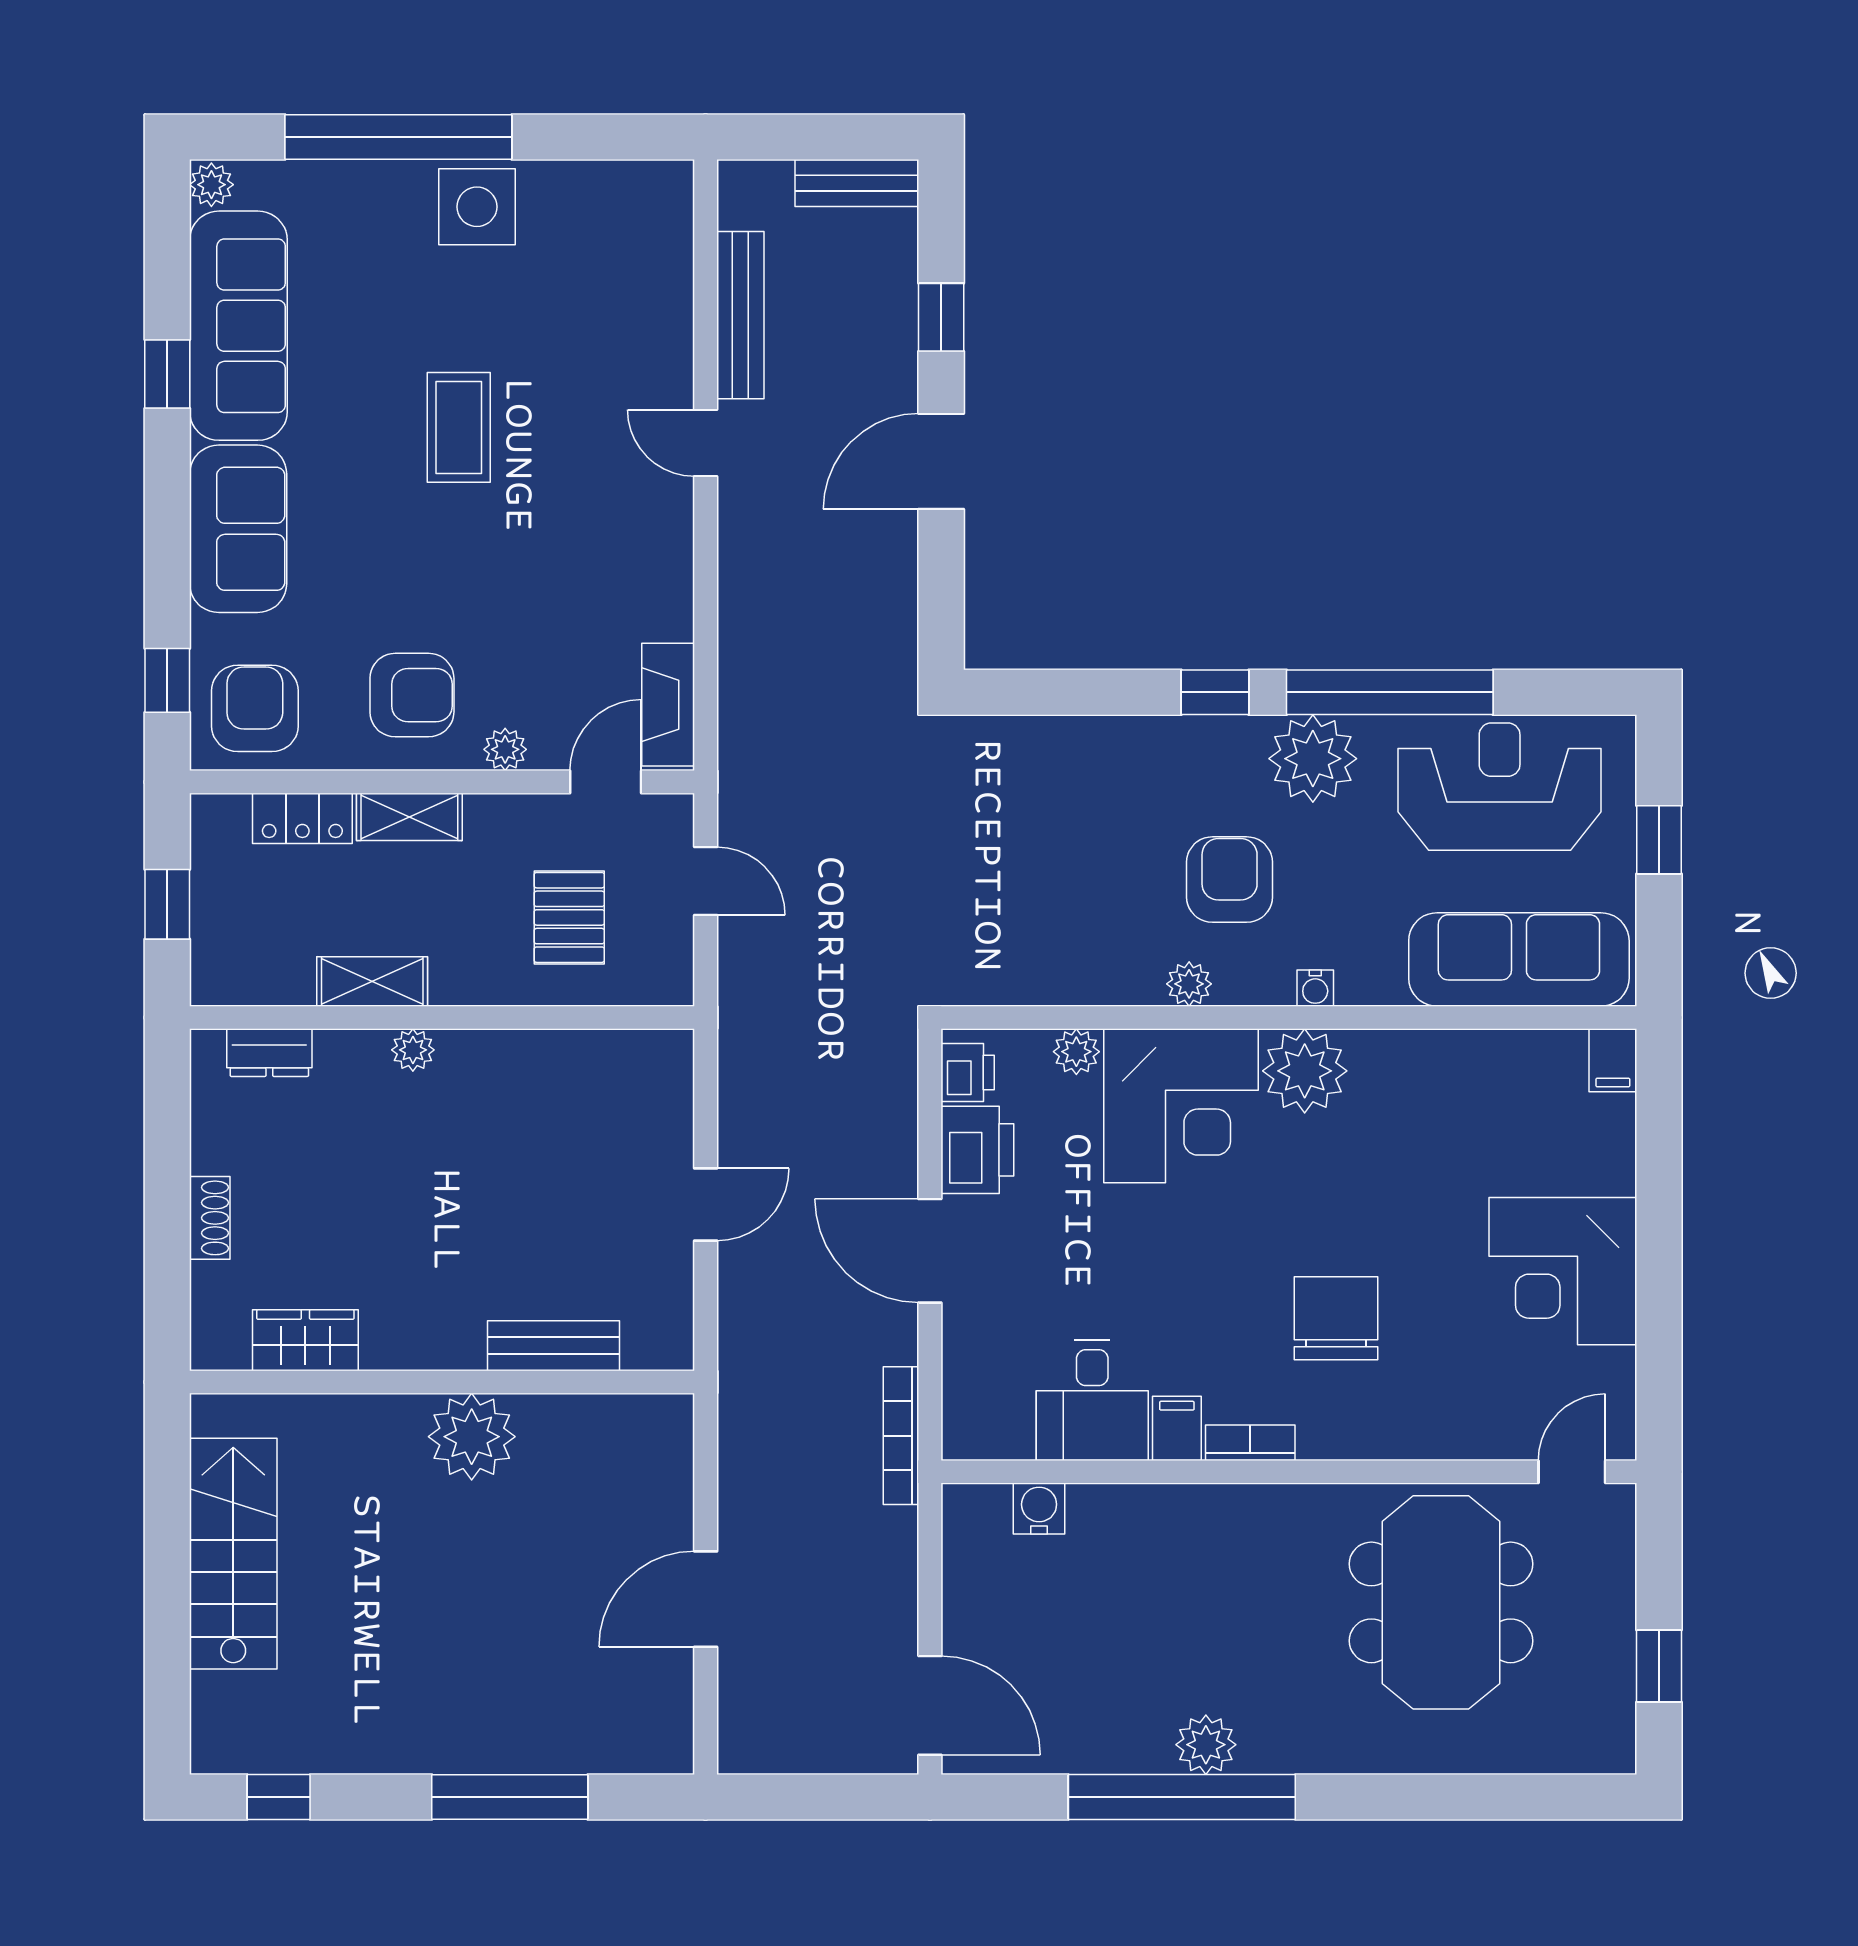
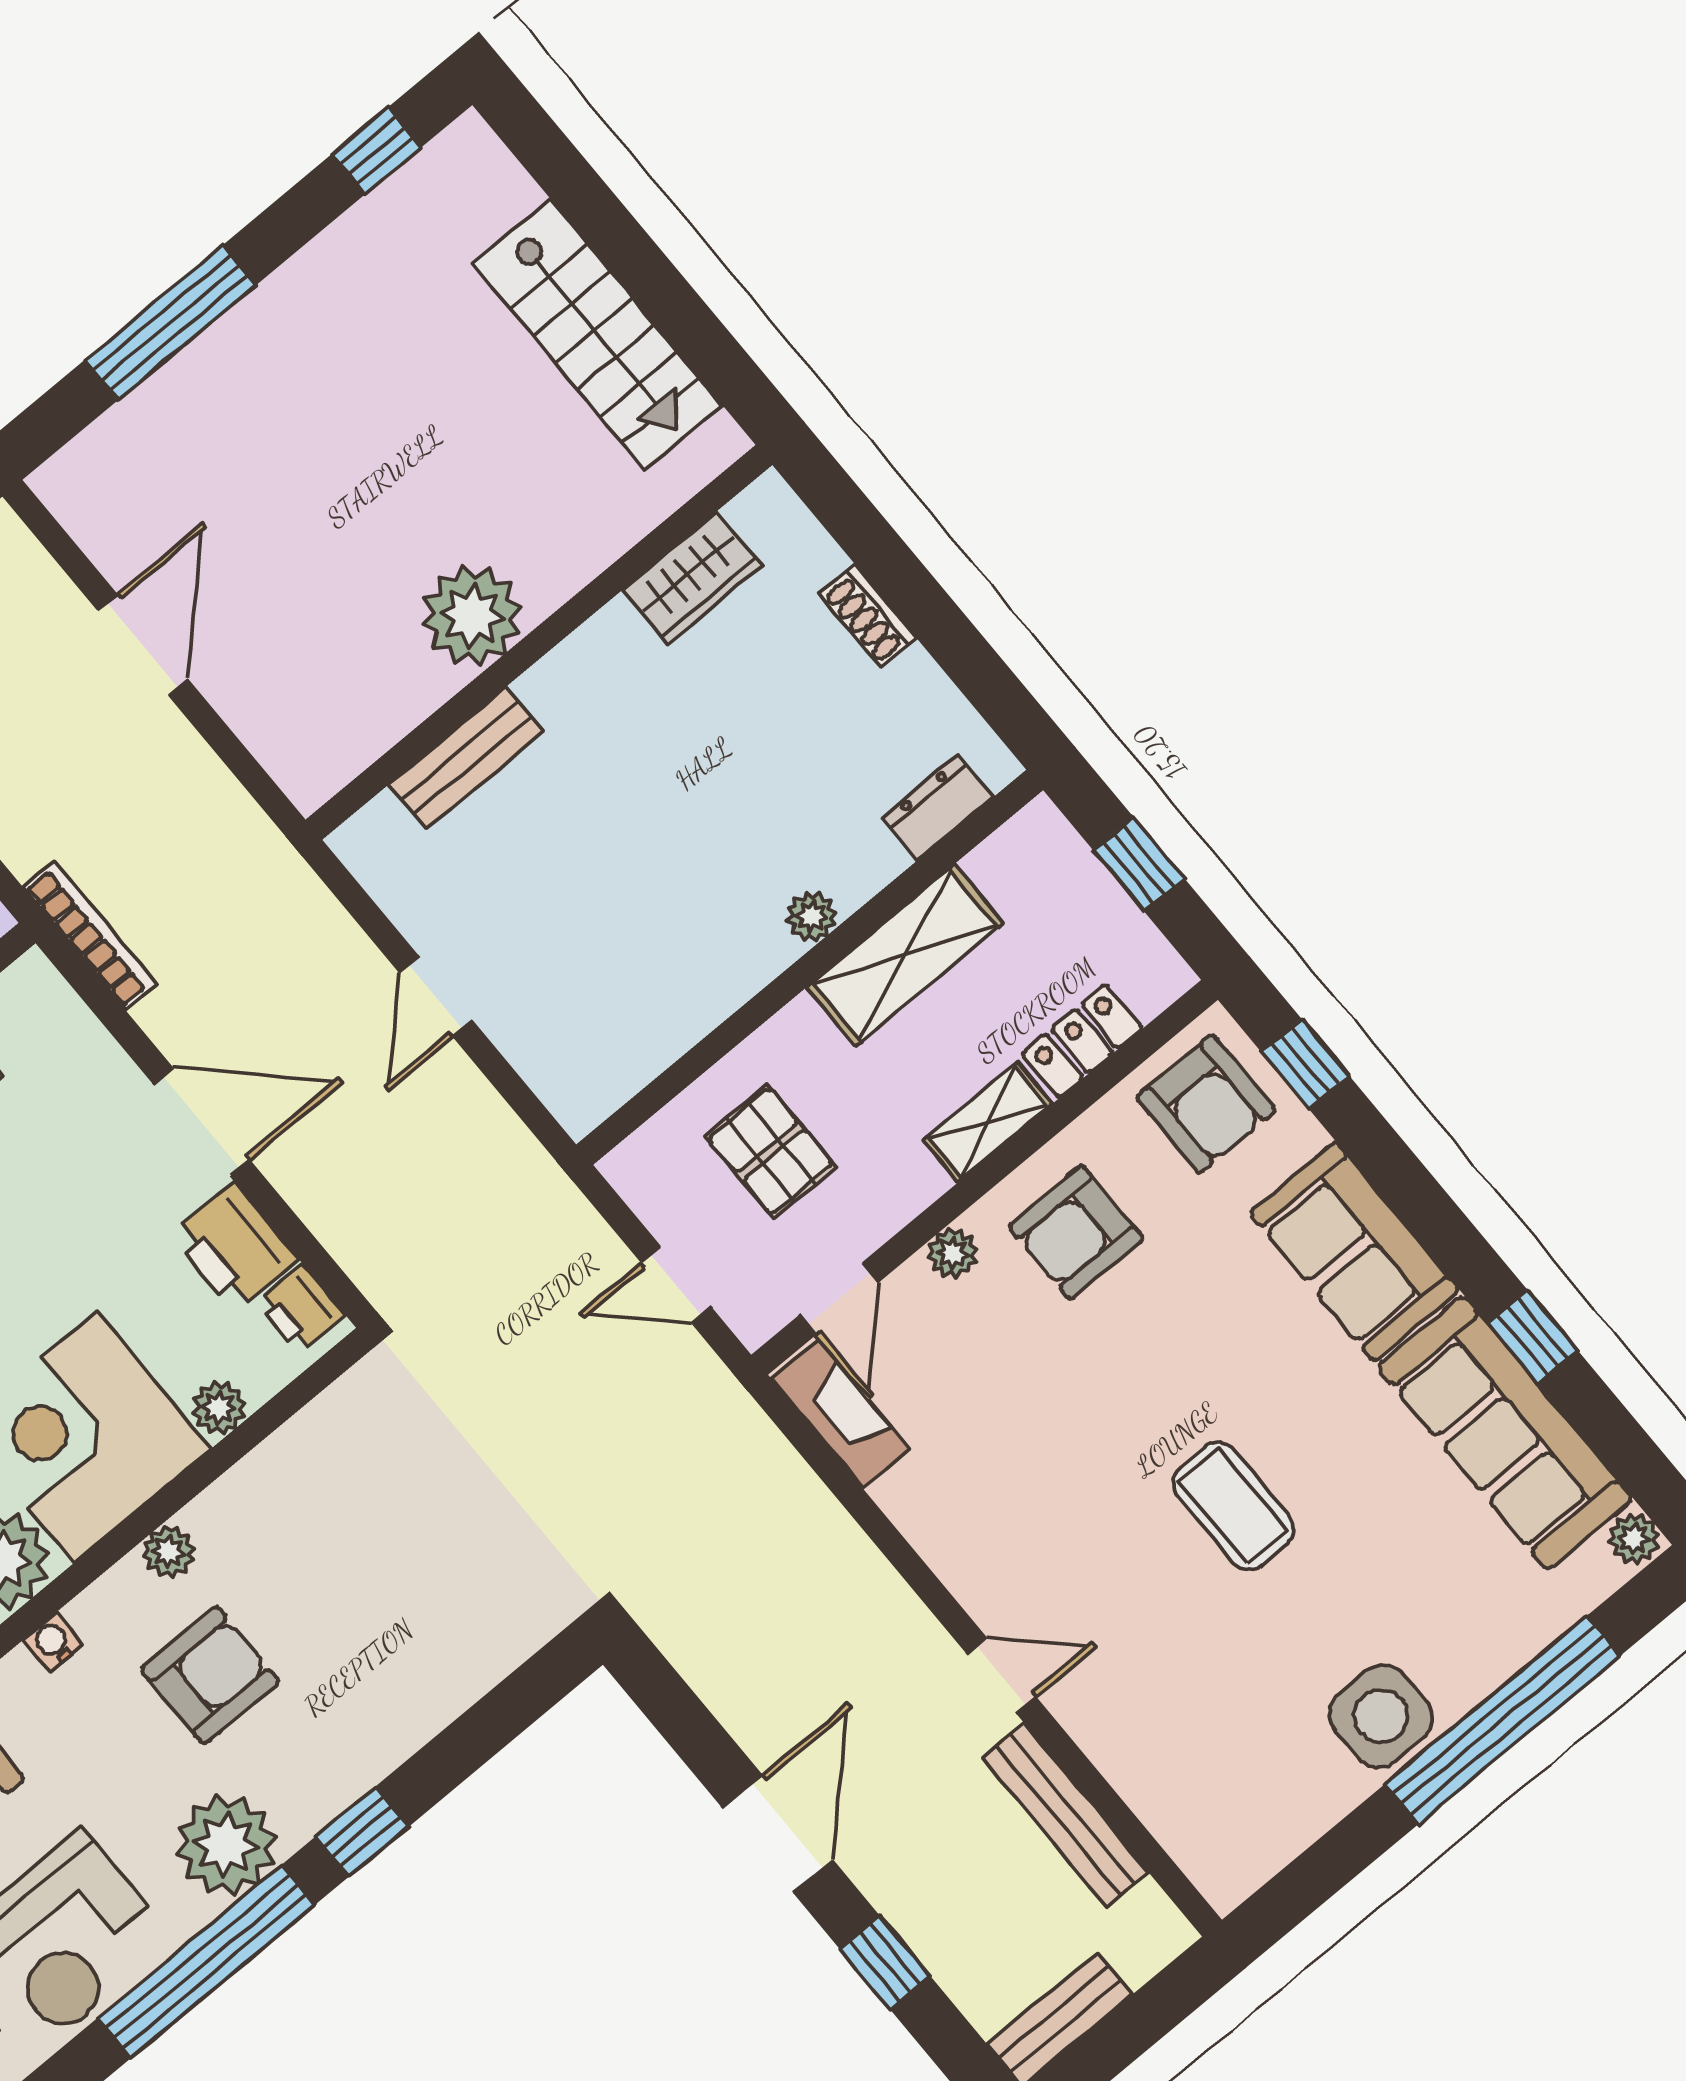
armchair: (1230, 880) -> (210, 1675), turned -90
shelving: (372, 981) -> (905, 955), width x1.50, depth x1.33

